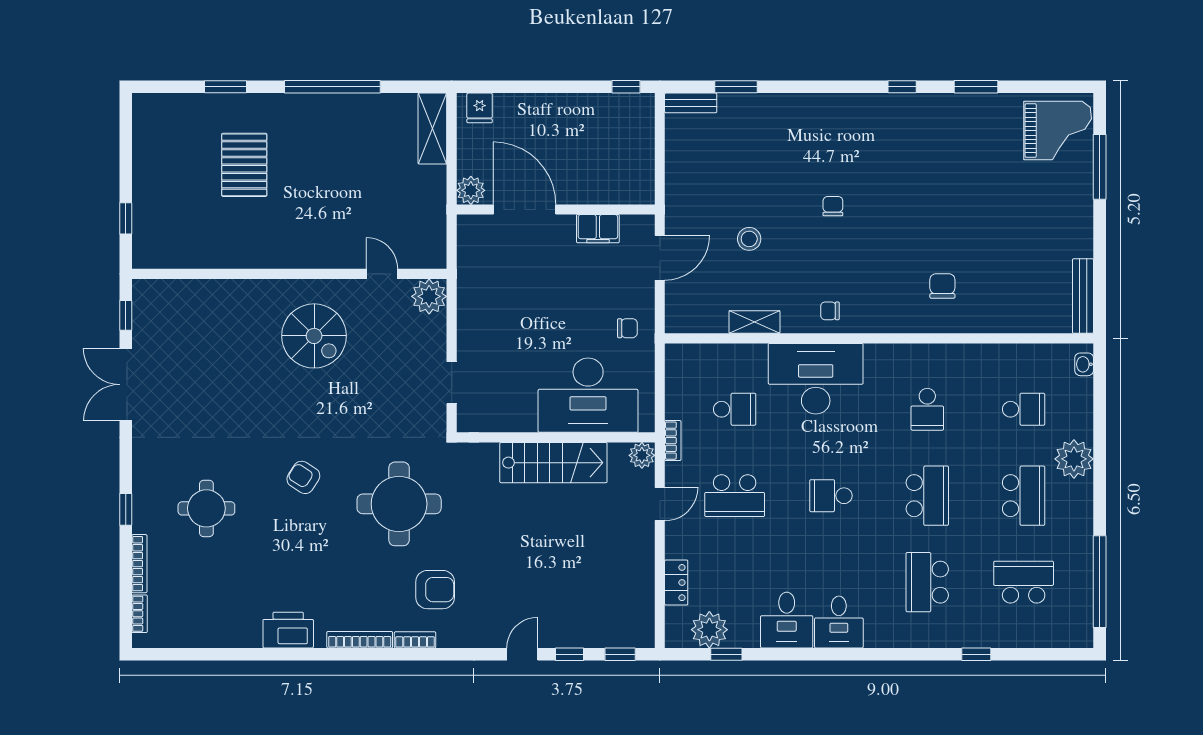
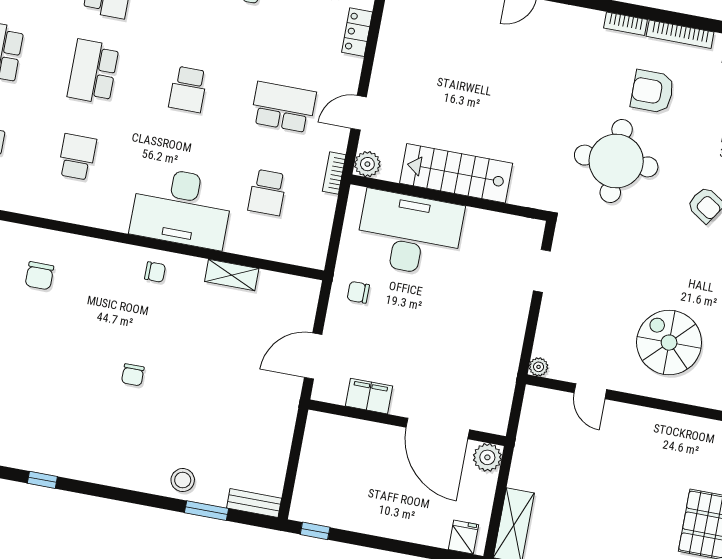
stool: (749, 239) -> (183, 480), moved
plant: (429, 296) -> (539, 367), width x0.53, depth x0.53
school desk: (735, 409) -> (267, 192), turned -90
school desk: (831, 496) -> (188, 89), turned 90
armchair: (435, 590) -> (652, 91), moved

